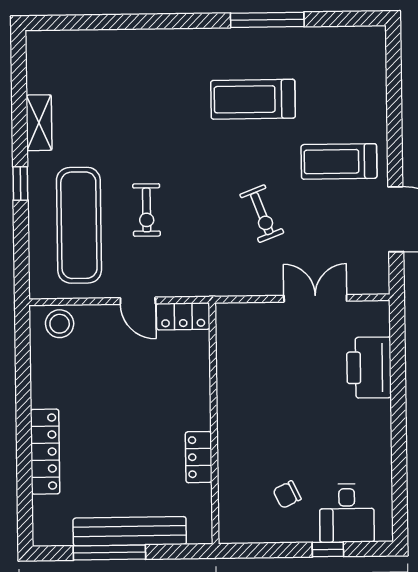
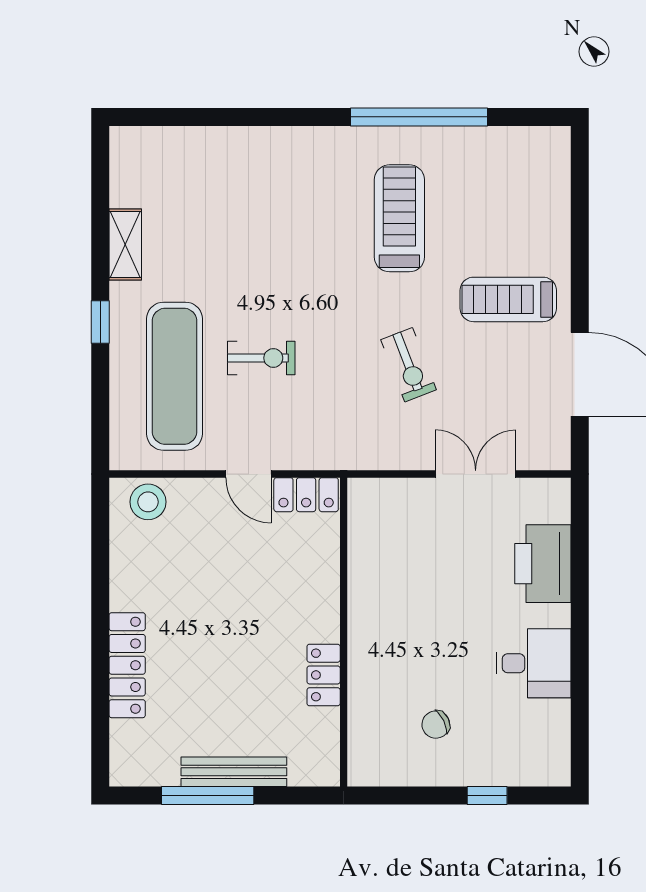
window: (267, 20) -> (419, 117), width x1.46
treadmill: (253, 99) -> (399, 218), turned 90
exercise bike: (147, 210) -> (261, 358), turned -90
desk: (347, 513) -> (534, 663), moved, turned -90
bench: (130, 531) -> (234, 772), width x0.73, depth x0.82

